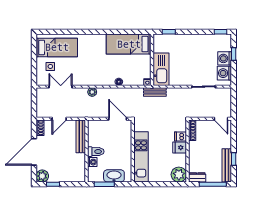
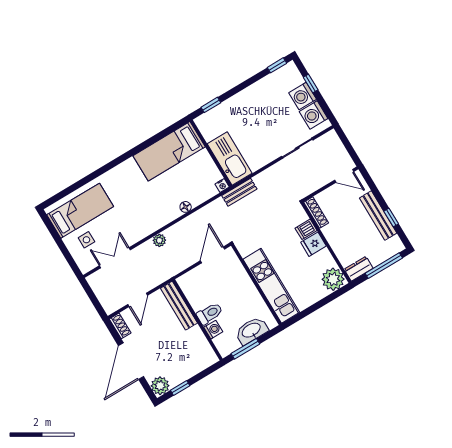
door: (118, 119) -> (212, 255), hinge flipped
bench: (227, 165) -> (378, 216), moved

